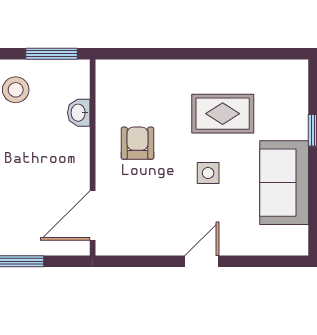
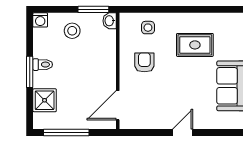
washbasin: (79, 113) -> (110, 21), moved
side table: (208, 173) -> (148, 28), moved

